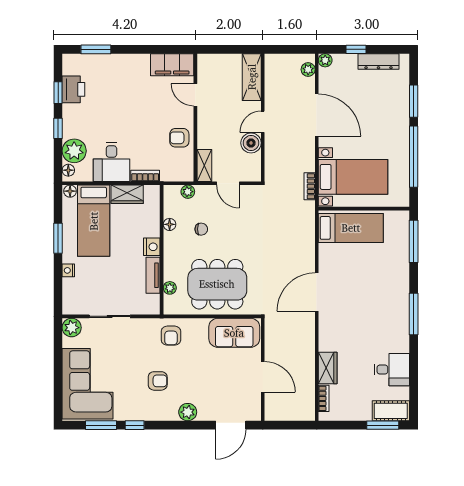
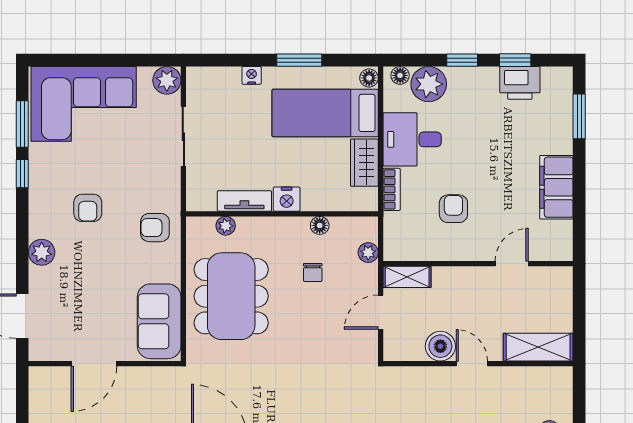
filing cabinet: (172, 65) -> (556, 187), moved
armchair: (179, 138) -> (453, 209), moved

